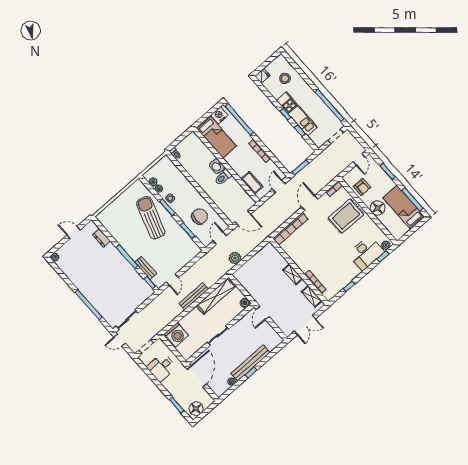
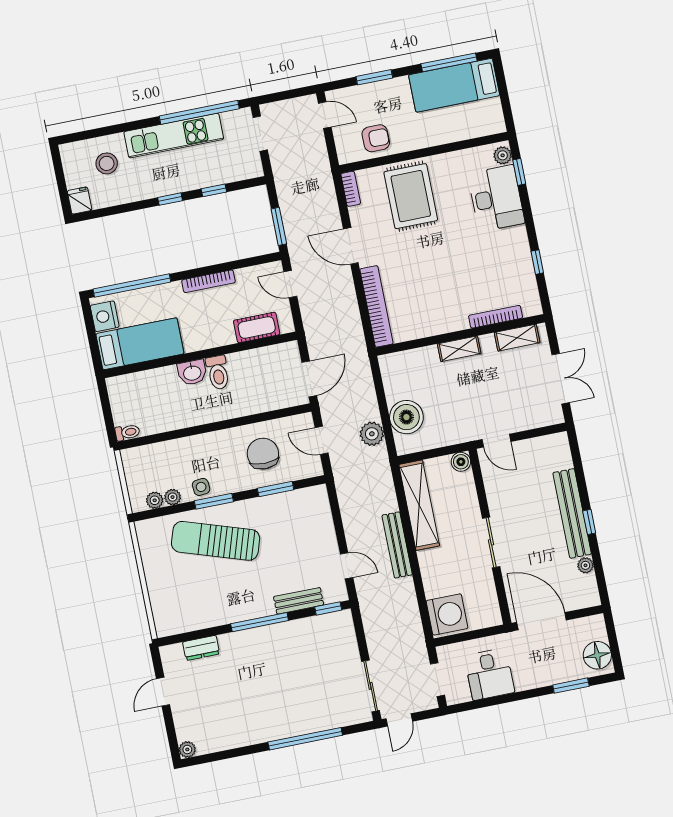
kitchen unit: (297, 114) -> (174, 136), moved, turned 180
floor lamp: (378, 208) -> (429, 132), removed
boiler: (251, 269) -> (406, 417), added

